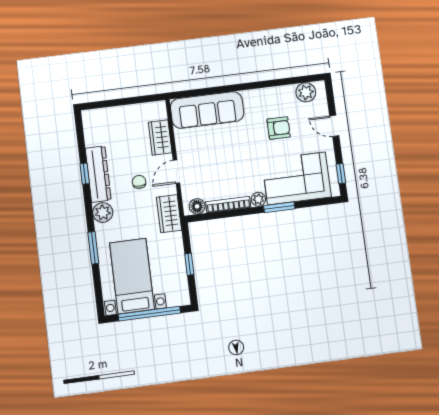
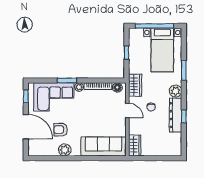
plant: (306, 92) -> (65, 150), moved
door: (334, 126) -> (26, 127), width x1.88
wardrobe: (160, 137) -> (135, 145), moved
door: (176, 172) -> (127, 110), hinge flipped

